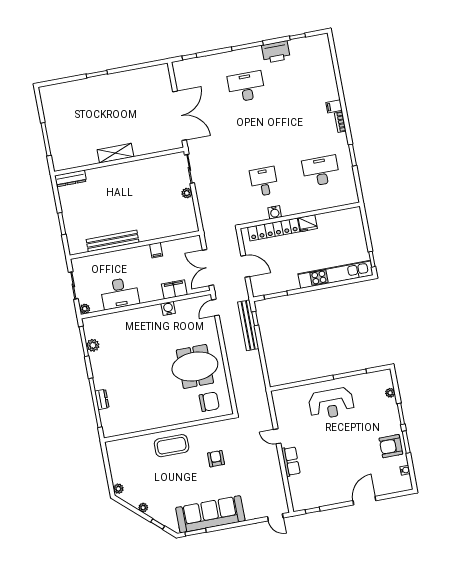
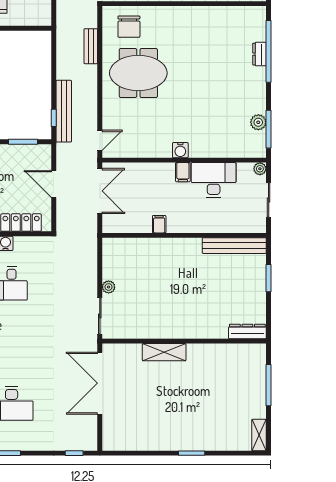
shelving: (46, 98) -> (259, 435), added
shelving: (115, 153) -> (164, 352), moved
bench: (113, 241) -> (234, 246), moved
filing cabinet: (174, 289) -> (183, 172), moved, width x0.50
water cooler: (168, 308) -> (180, 150), moved
bench: (236, 381) -> (91, 46), added
chair: (209, 402) -> (129, 27), turned -90

